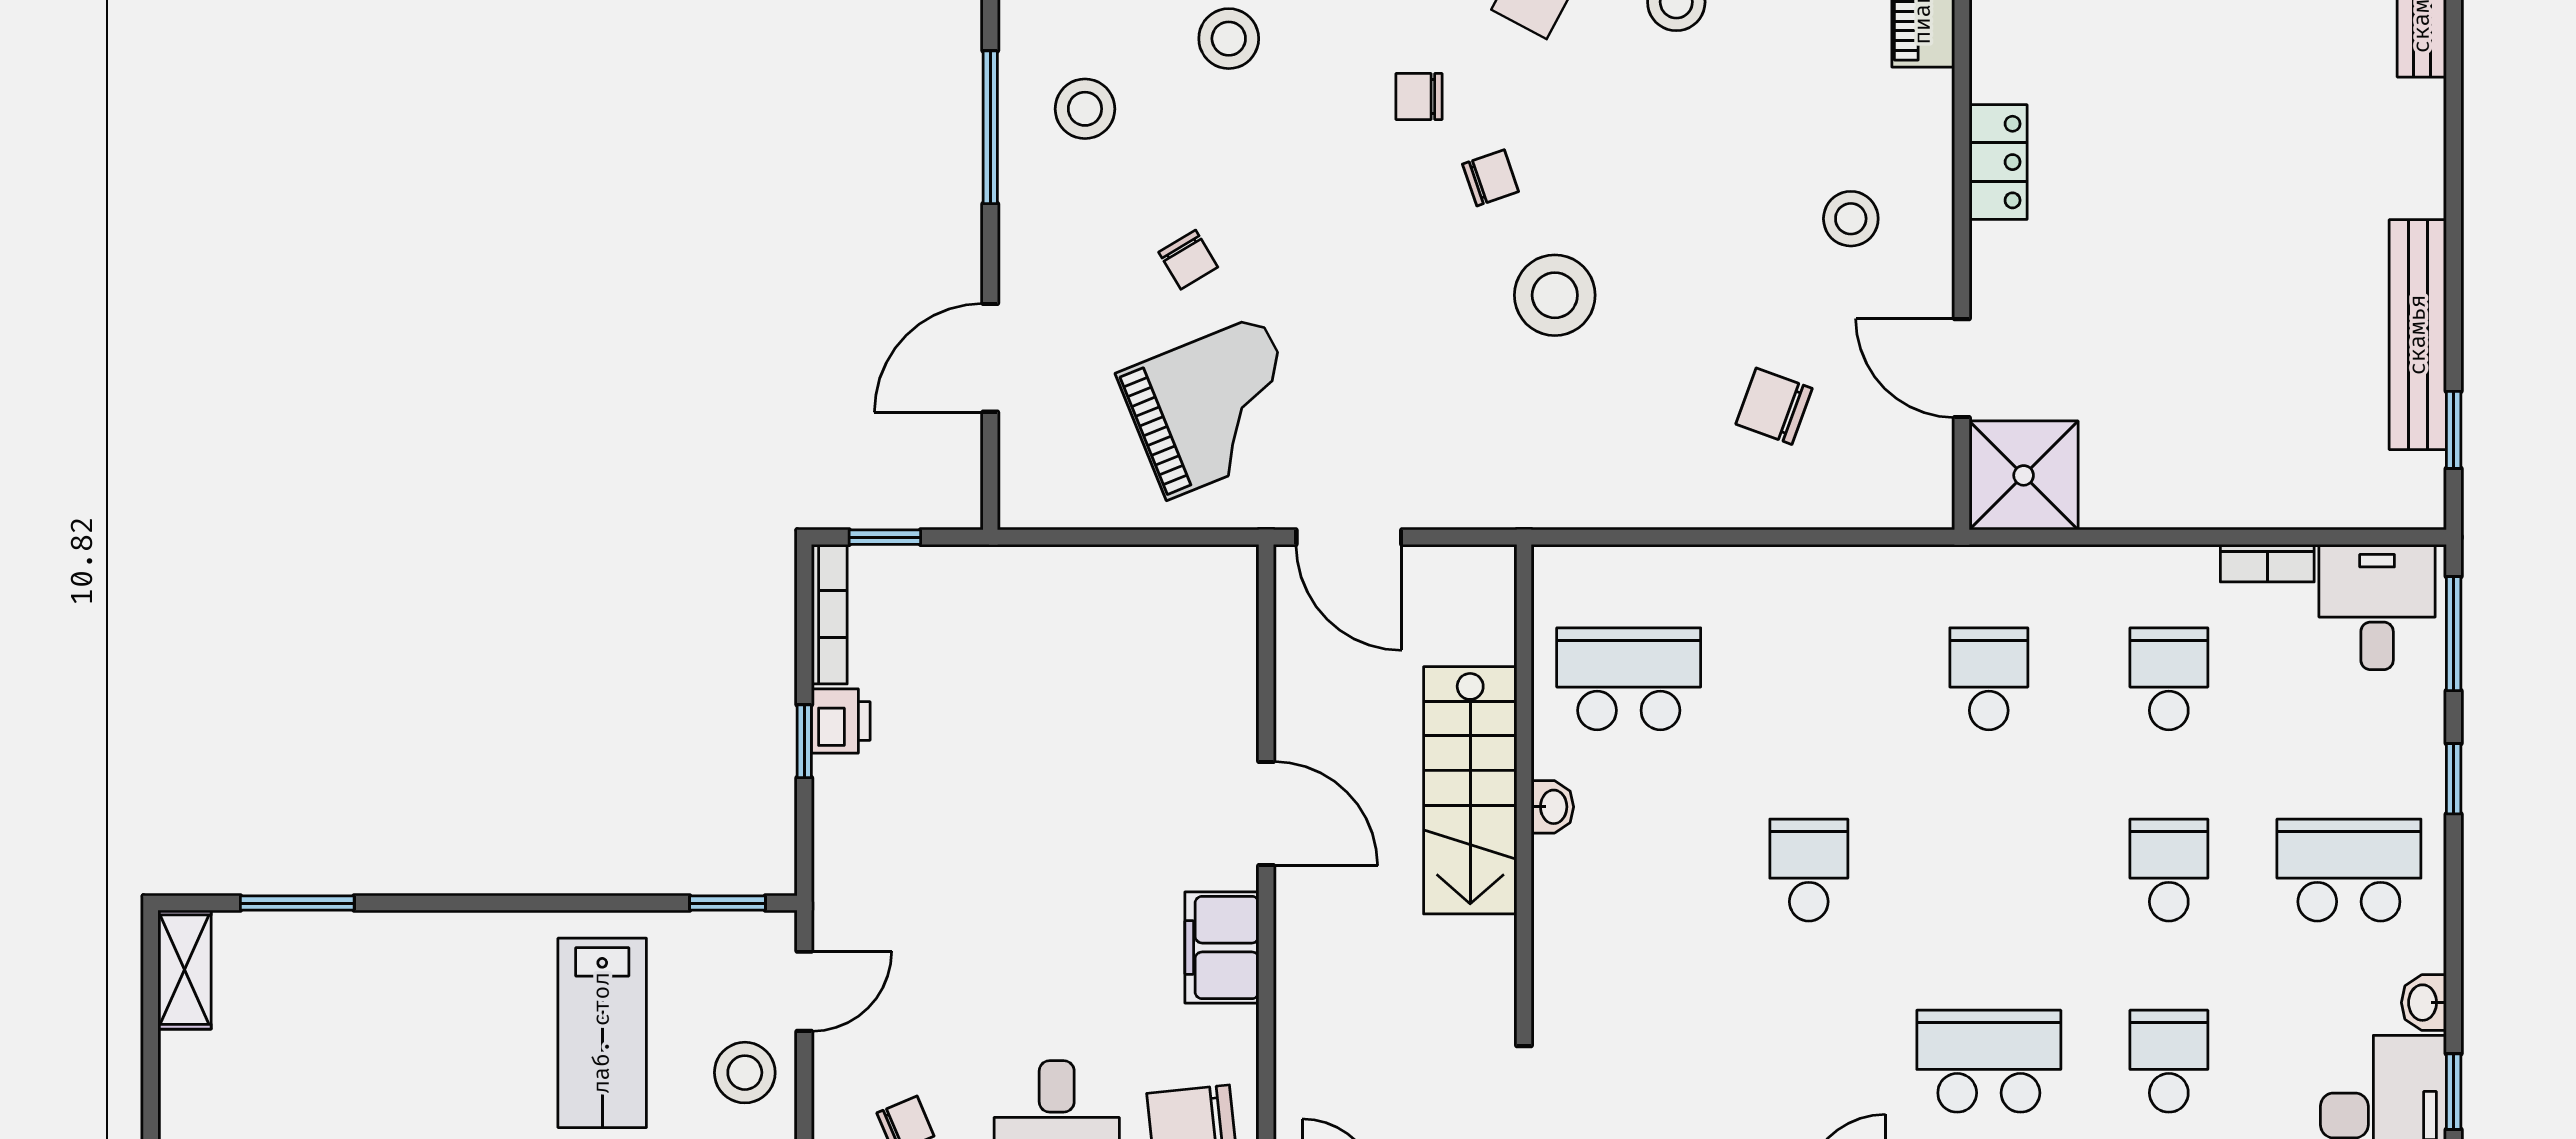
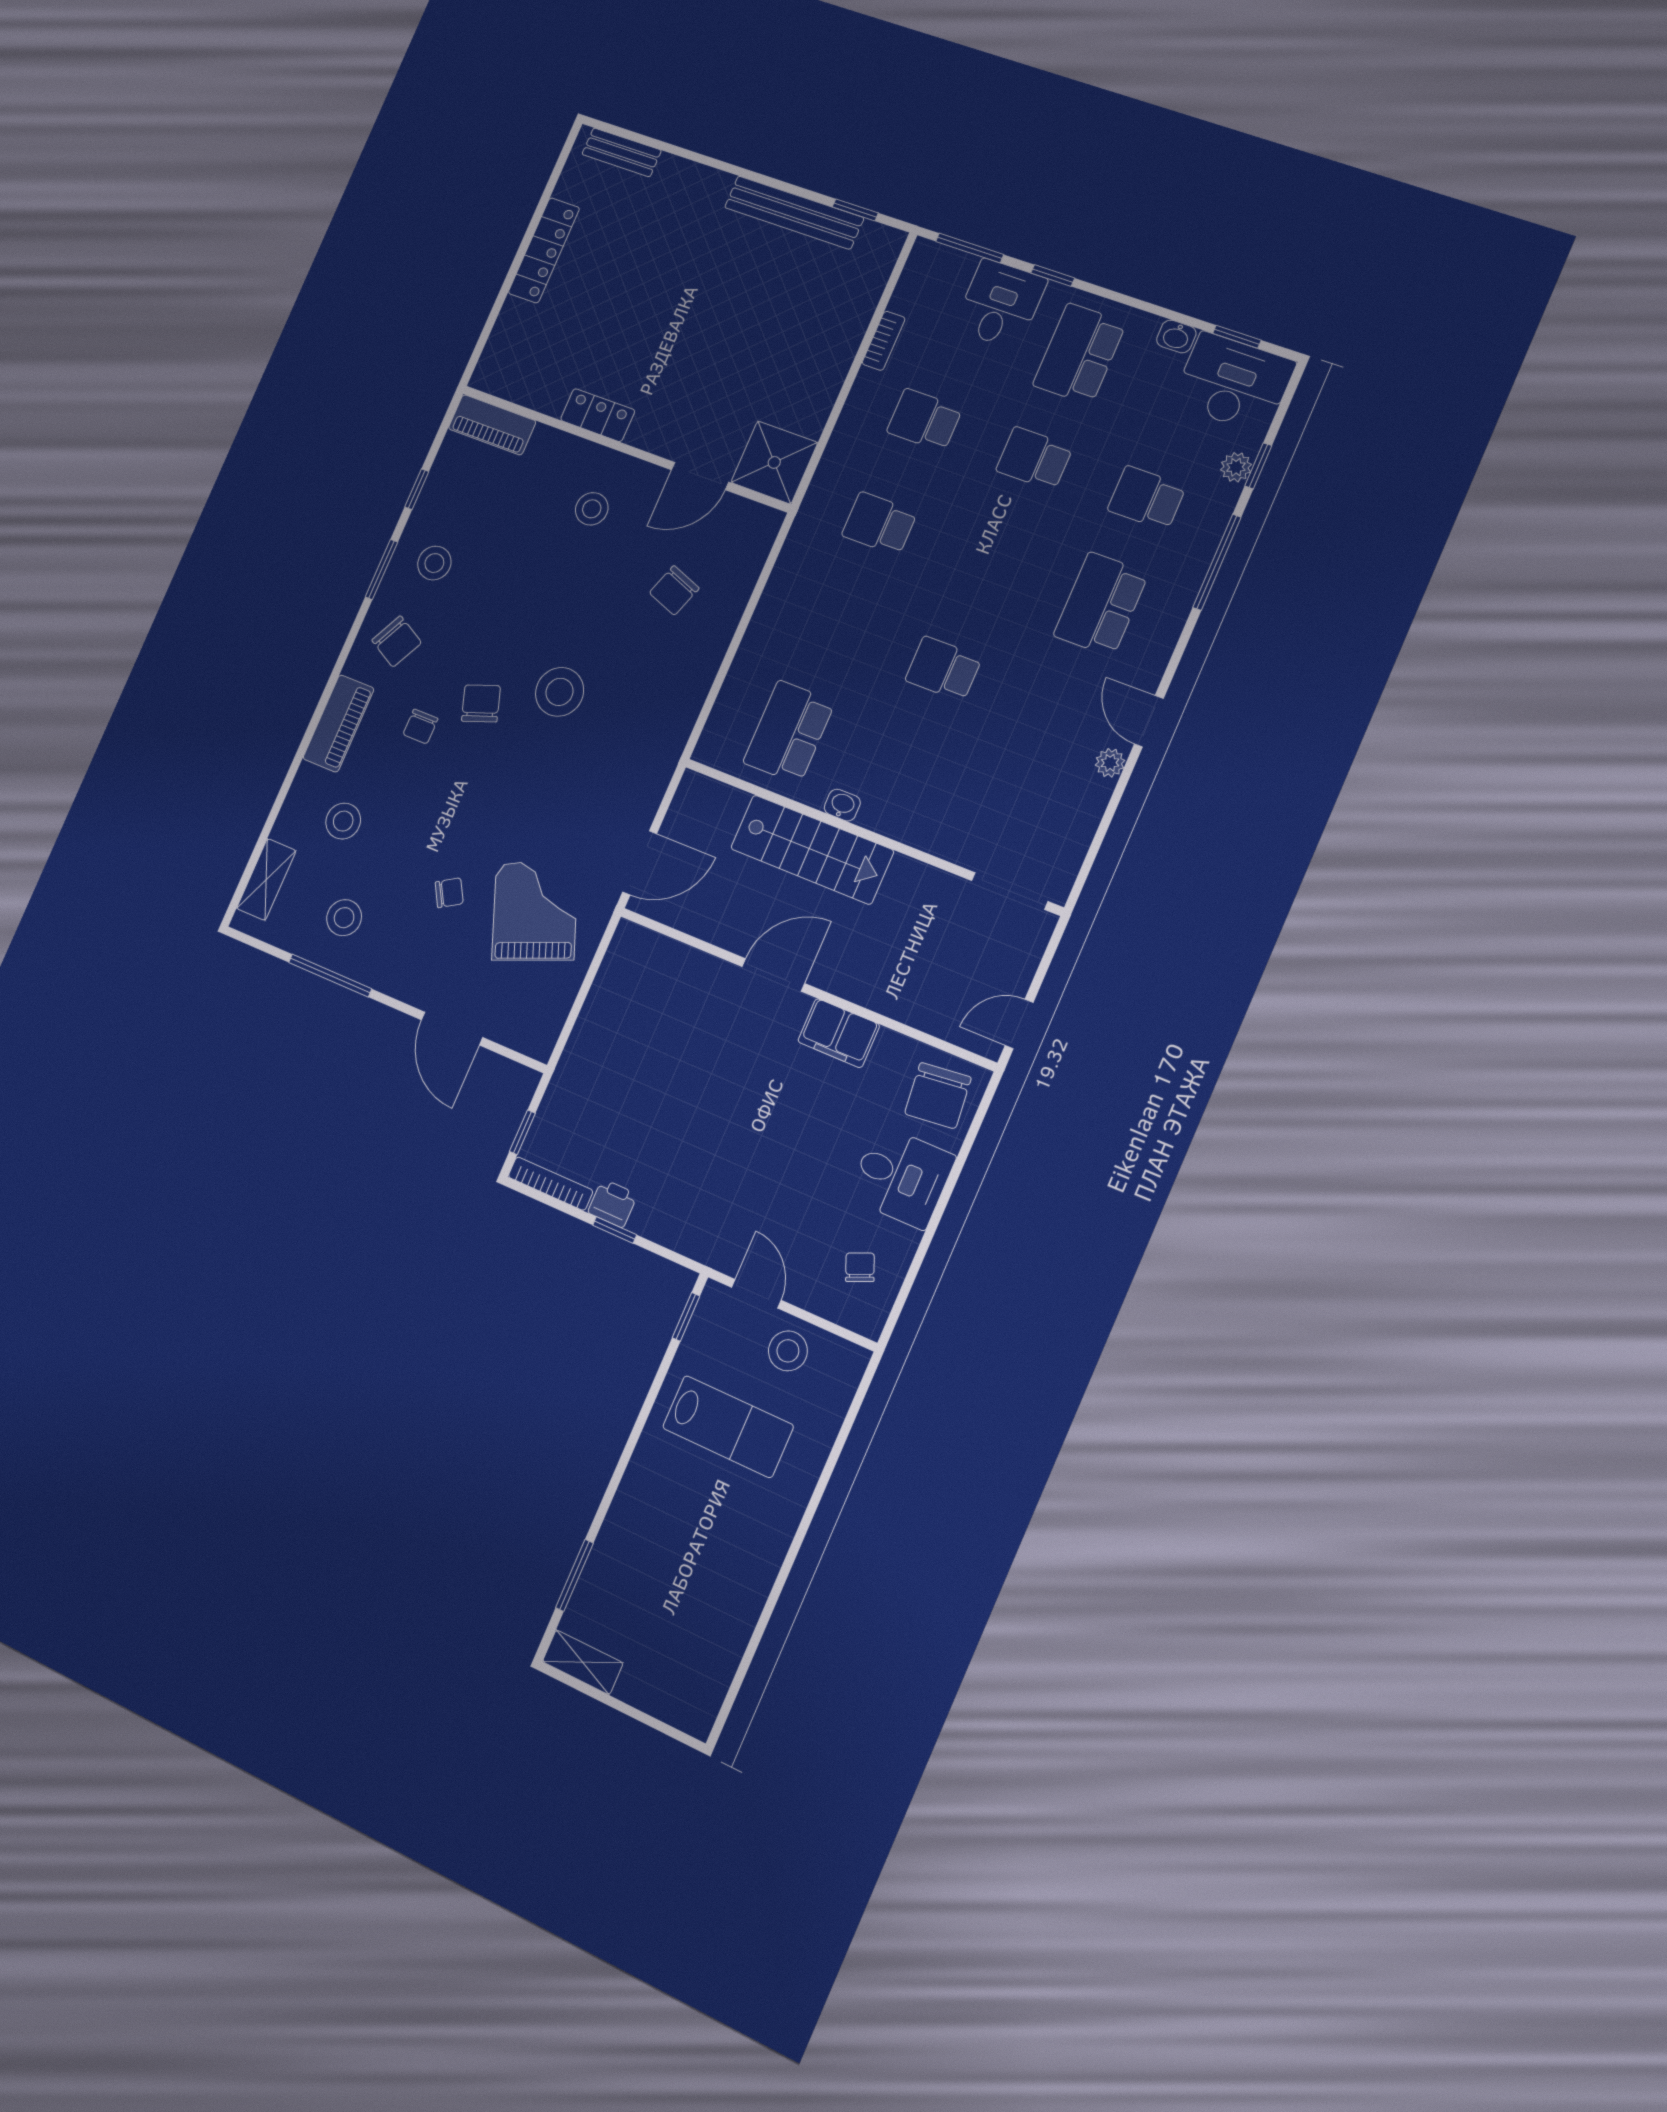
chair: (1491, 178) -> (481, 703), width x1.37, depth x1.37
desk: (2377, 607) -> (1000, 304), moved, turned 90

